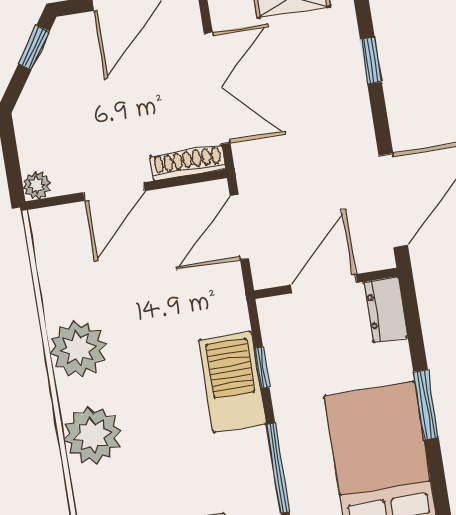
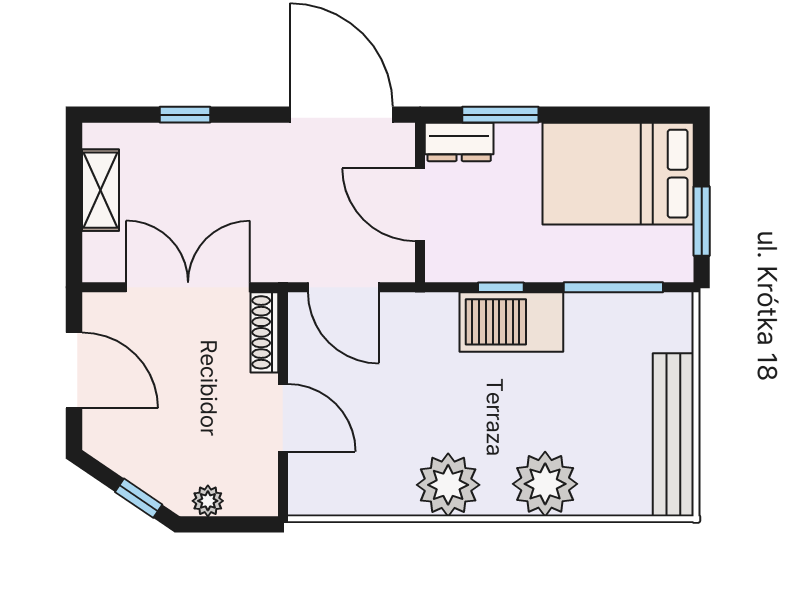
window: (34, 47) -> (139, 498), moved
plant: (37, 185) -> (208, 501), moved
window: (426, 405) -> (500, 115), moved

